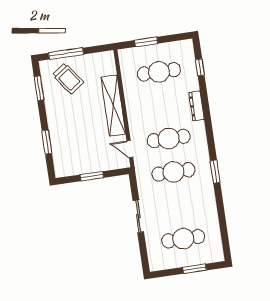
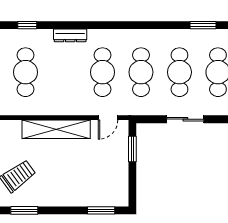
window: (47, 142) -> (101, 210), moved
window: (215, 172) -> (203, 25), moved
window: (92, 176) -> (132, 149), moved
cafe table: (178, 205) -> (179, 72), added

